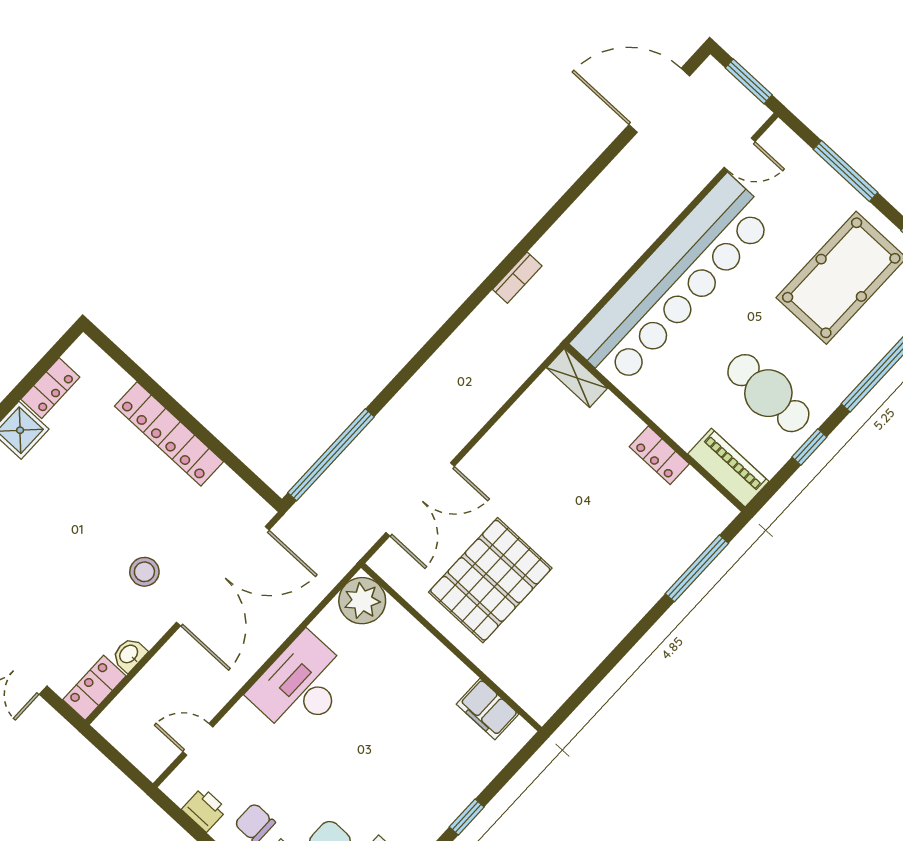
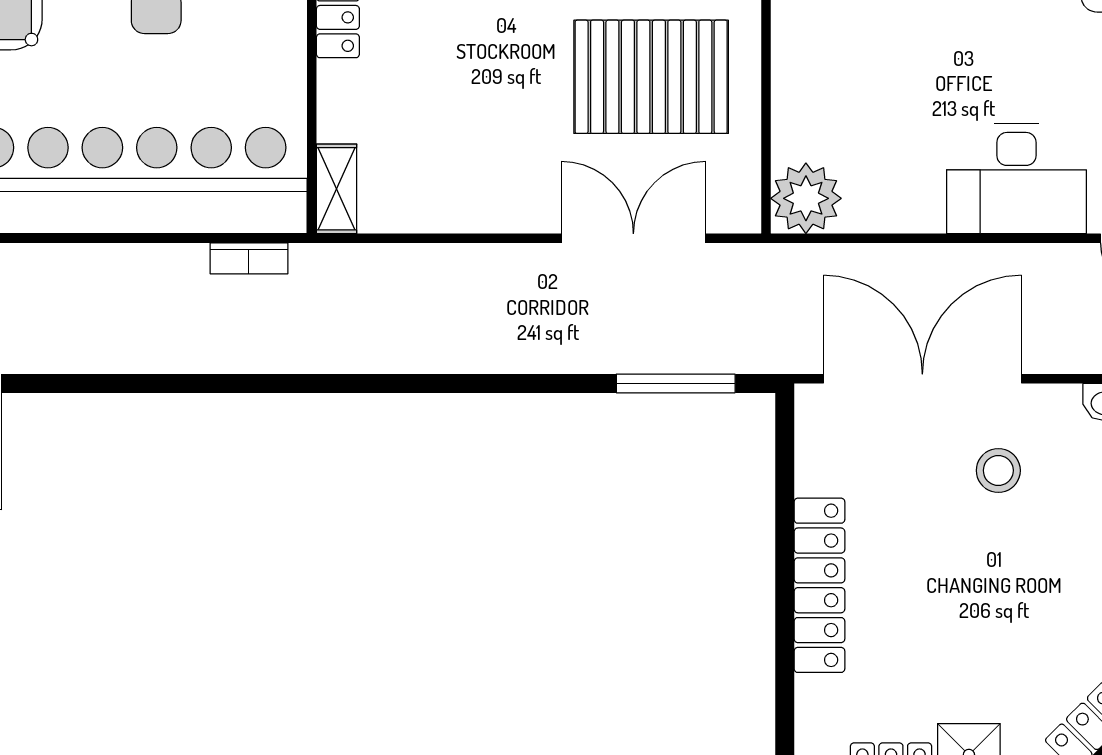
bookcase: (517, 278) -> (249, 258), moved, turned 180
window: (331, 455) -> (676, 383), width x0.68
desk: (301, 686) -> (1016, 179), moved

